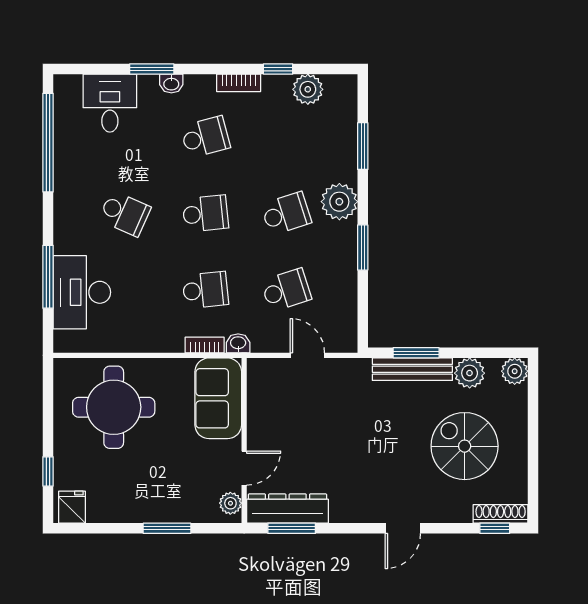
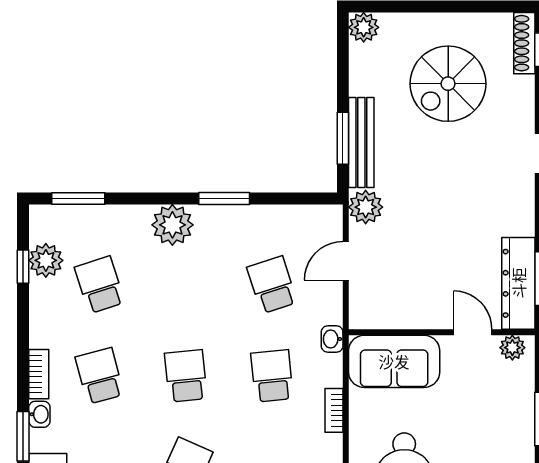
window: (278, 69) -> (23, 267), moved
bookcase: (239, 83) -> (39, 374), moved
window: (363, 146) -> (78, 198), moved
school desk: (286, 214) -> (100, 285), moved
bookcase: (205, 345) -> (334, 410), moved
plant: (470, 373) -> (366, 207), moved

